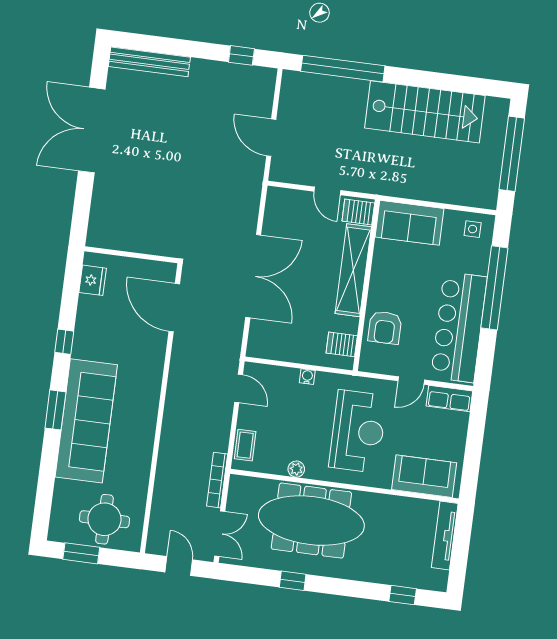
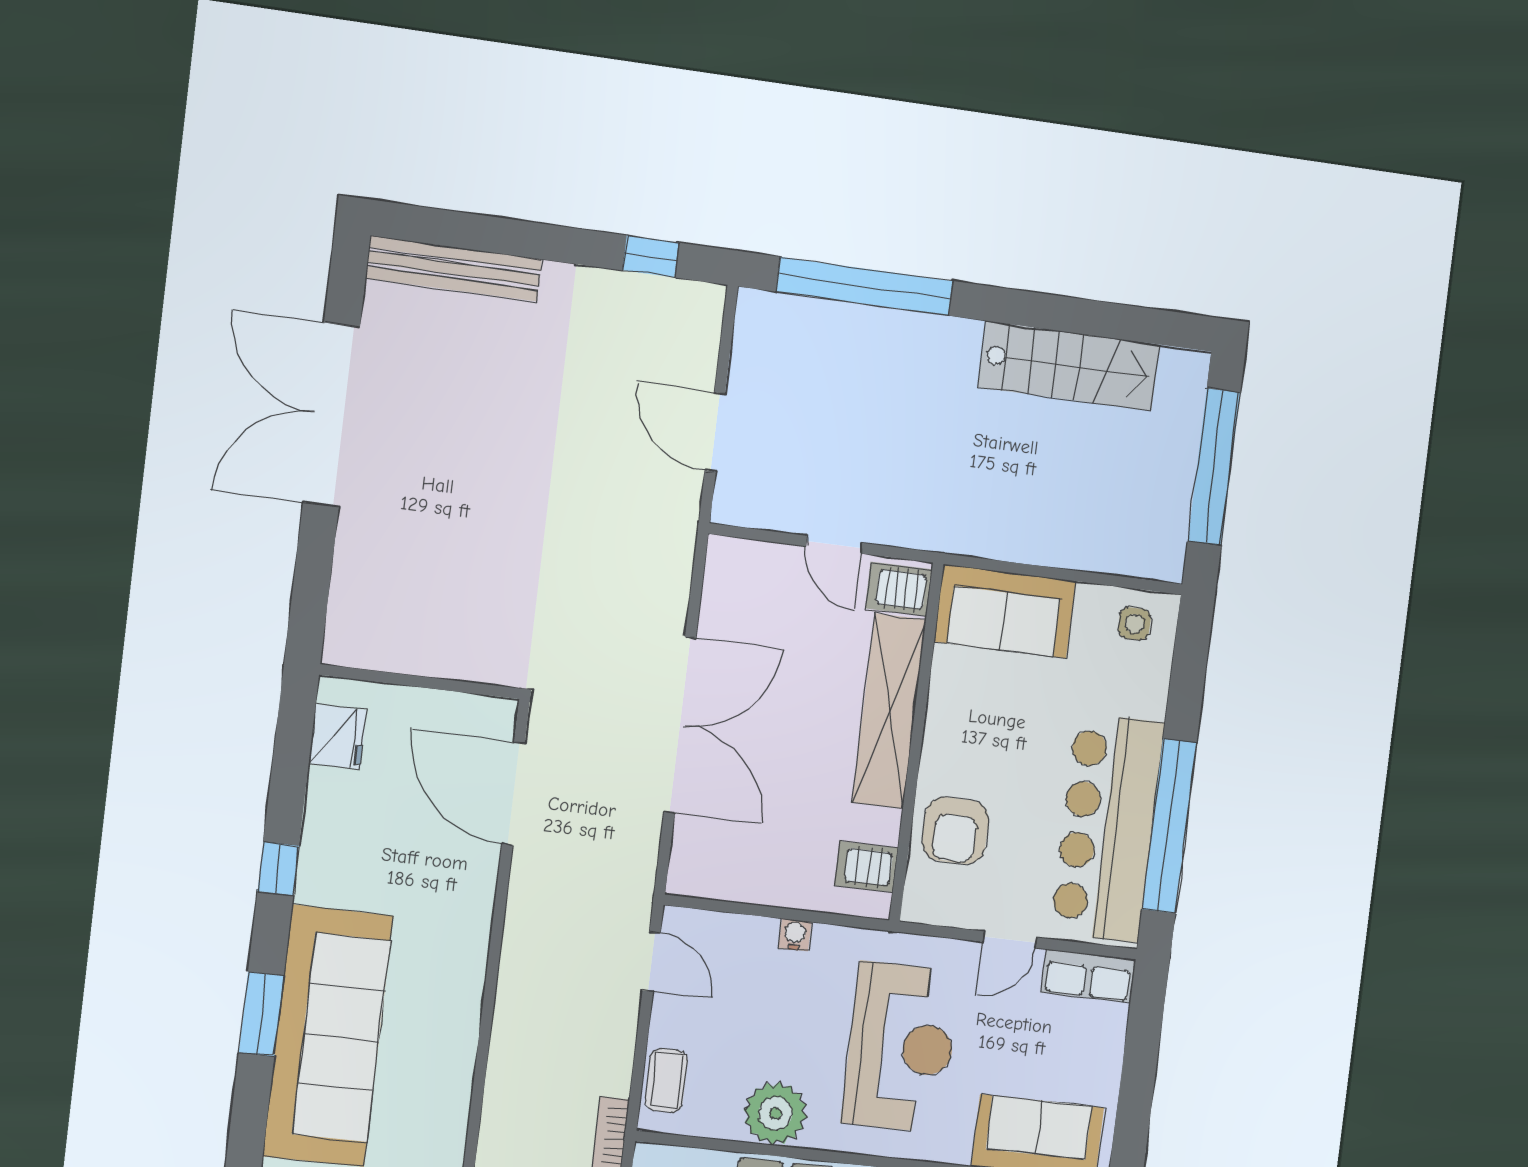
stairs: (425, 112) -> (1069, 366), width x0.73, depth x0.66
window: (494, 288) -> (1169, 826), moved
plant: (296, 469) -> (775, 1113), width x1.88, depth x1.88

